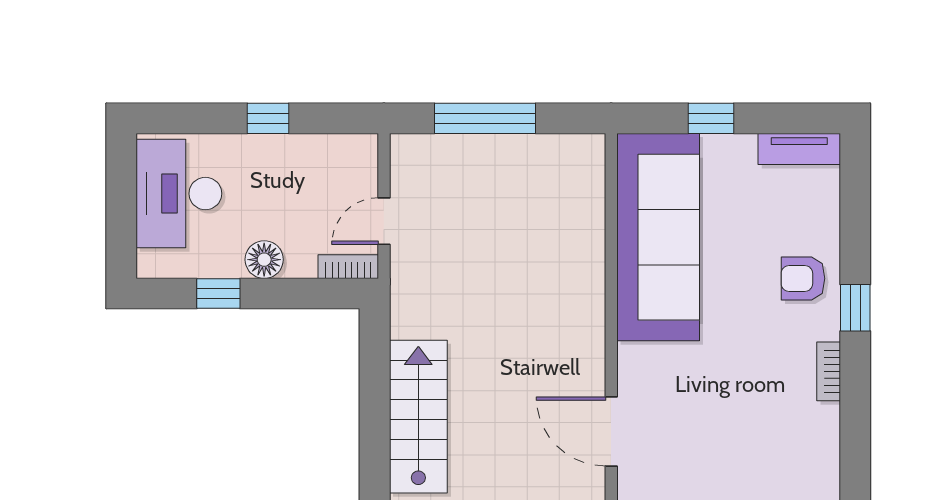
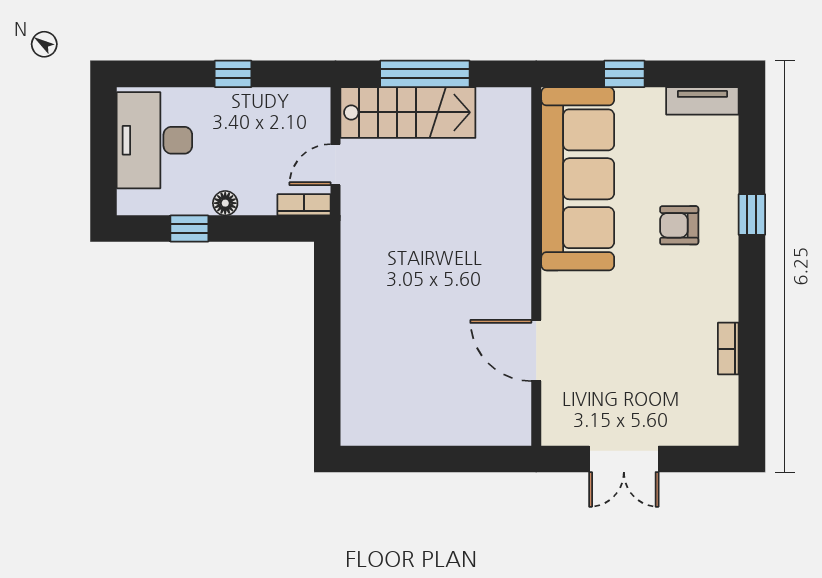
floor lamp: (264, 260) -> (225, 203), width x0.73, depth x0.73
armchair: (803, 278) -> (679, 225), moved
window: (855, 308) -> (752, 215), moved
bookcase: (829, 371) -> (728, 349), moved
stairs: (418, 417) -> (408, 112), moved, turned 90

